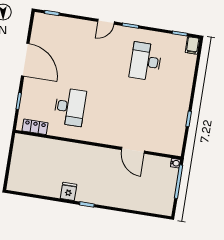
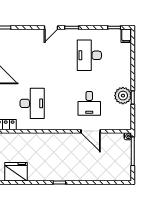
plant: (177, 115) -> (123, 96), added
desk: (137, 118) -> (89, 103), added
fridge: (69, 191) -> (16, 172), moved, width x1.88, depth x1.34

